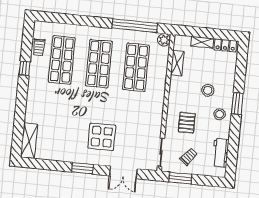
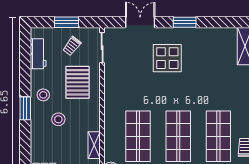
pallet: (187, 123) -> (78, 82), width x1.50, depth x1.42
window: (180, 178) -> (66, 22), moved

